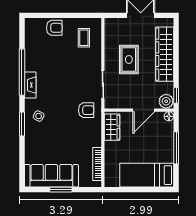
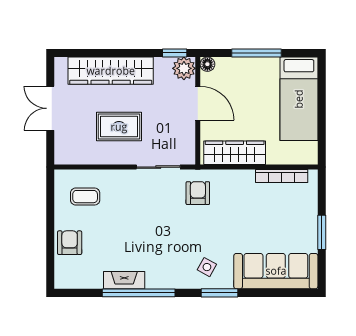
fireplace: (30, 85) -> (124, 280), moved
wardrobe: (112, 127) -> (235, 153), width x1.50
sofa: (51, 176) -> (276, 271), moved, turned 90

